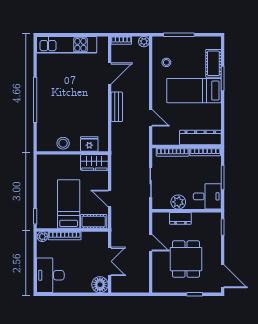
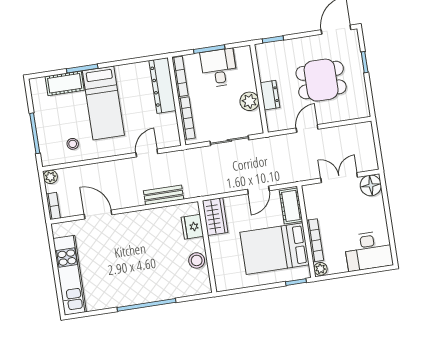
bench: (117, 107) -> (164, 195), moved
desk: (207, 196) -> (219, 68), moved
bed: (69, 204) -> (275, 249), width x1.50

